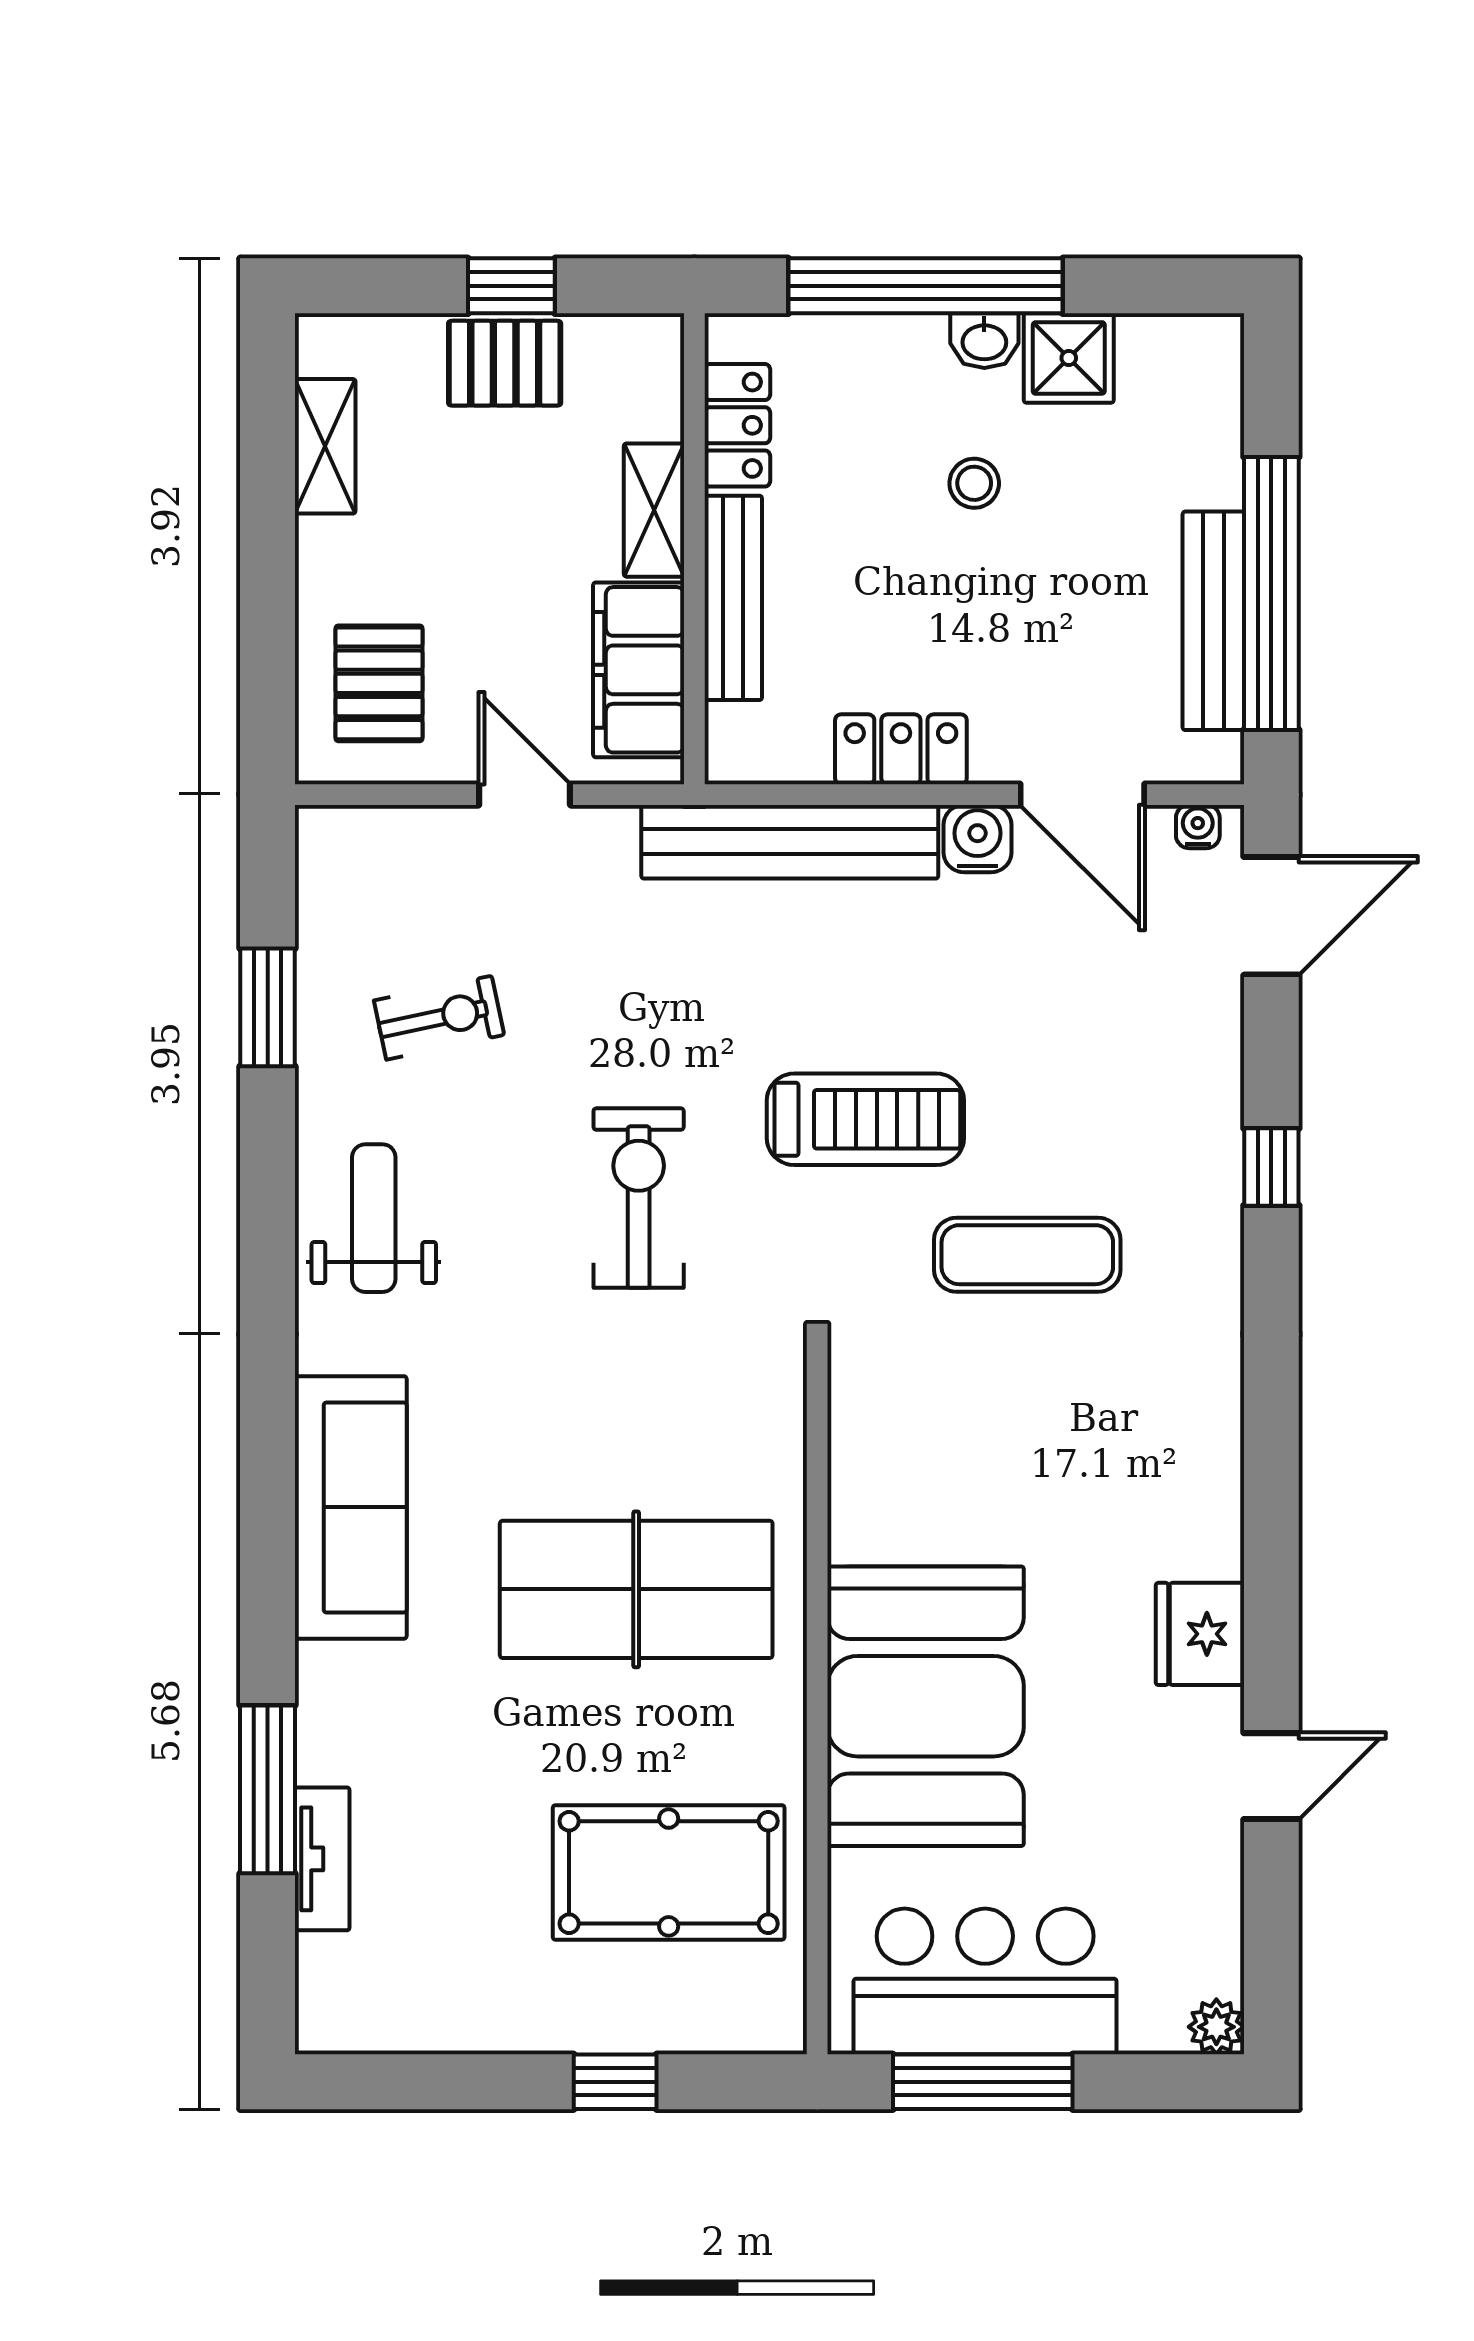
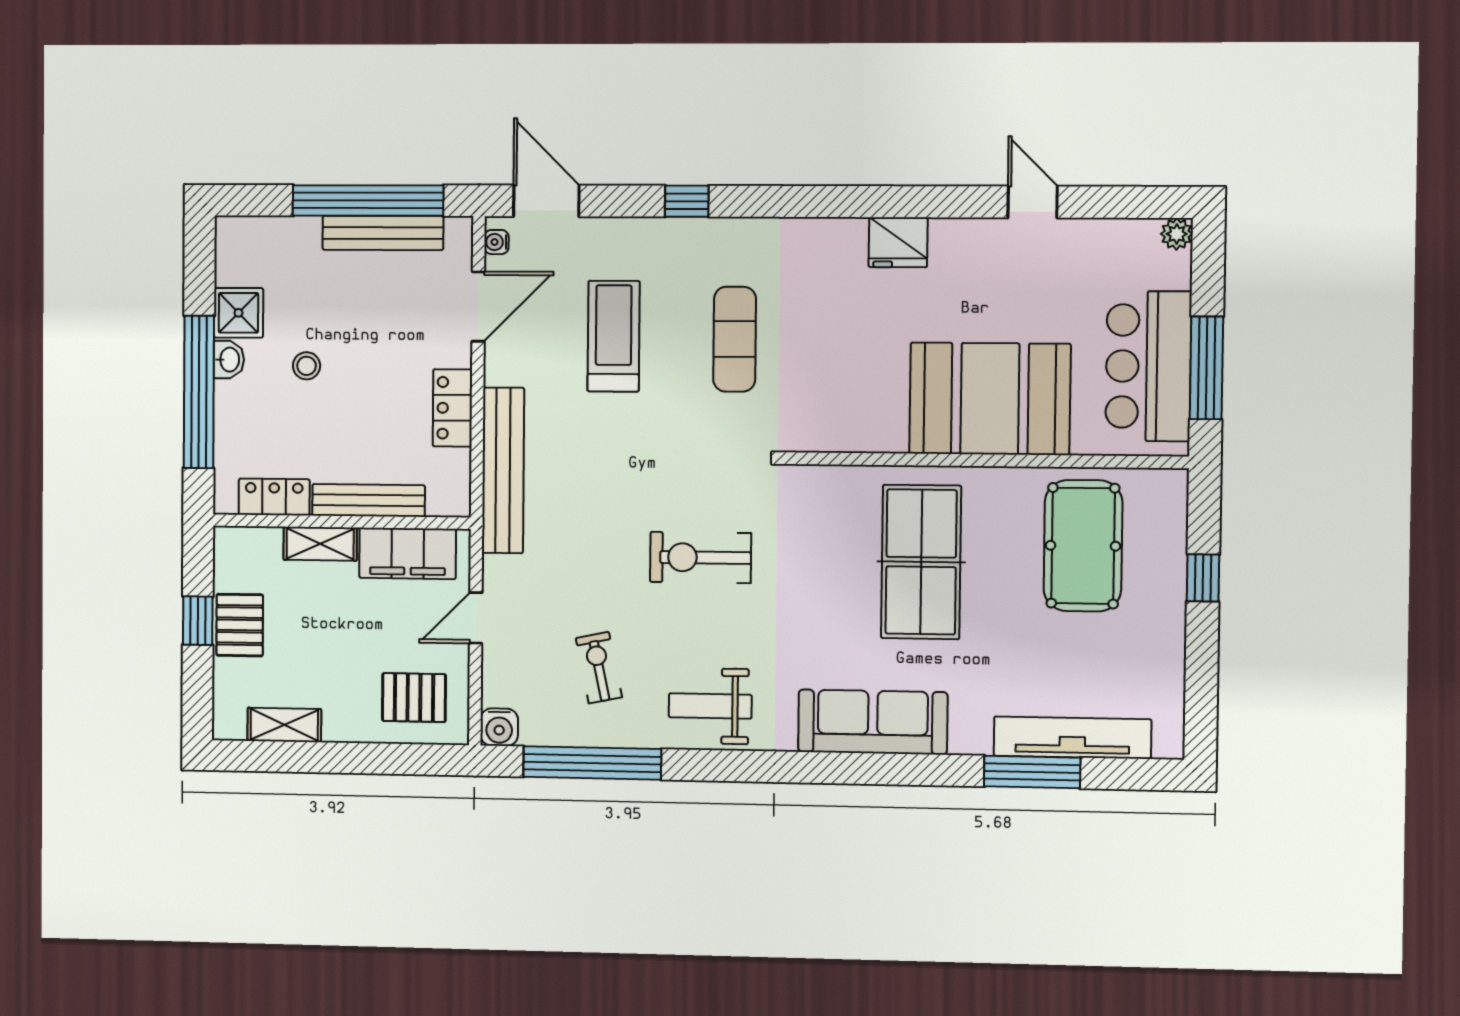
water cooler: (977, 839) -> (499, 727), moved, turned -90
window: (268, 1007) -> (592, 763), width x2.11
treadmill: (865, 1119) -> (614, 336), moved
fridge: (1200, 1634) -> (898, 242), moved
tv unit: (322, 1859) -> (1072, 738), width x1.92, depth x1.29

